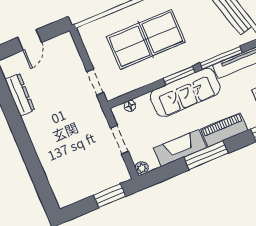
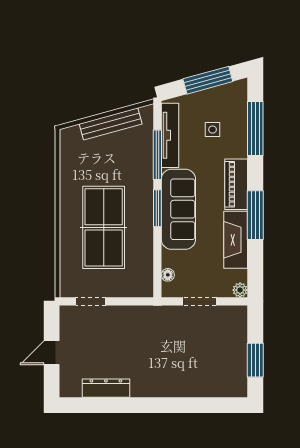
door: (30, 40) -> (52, 353), swing flipped
doorway: (95, 82) -> (91, 301), moved
window: (110, 196) -> (255, 360), moved

